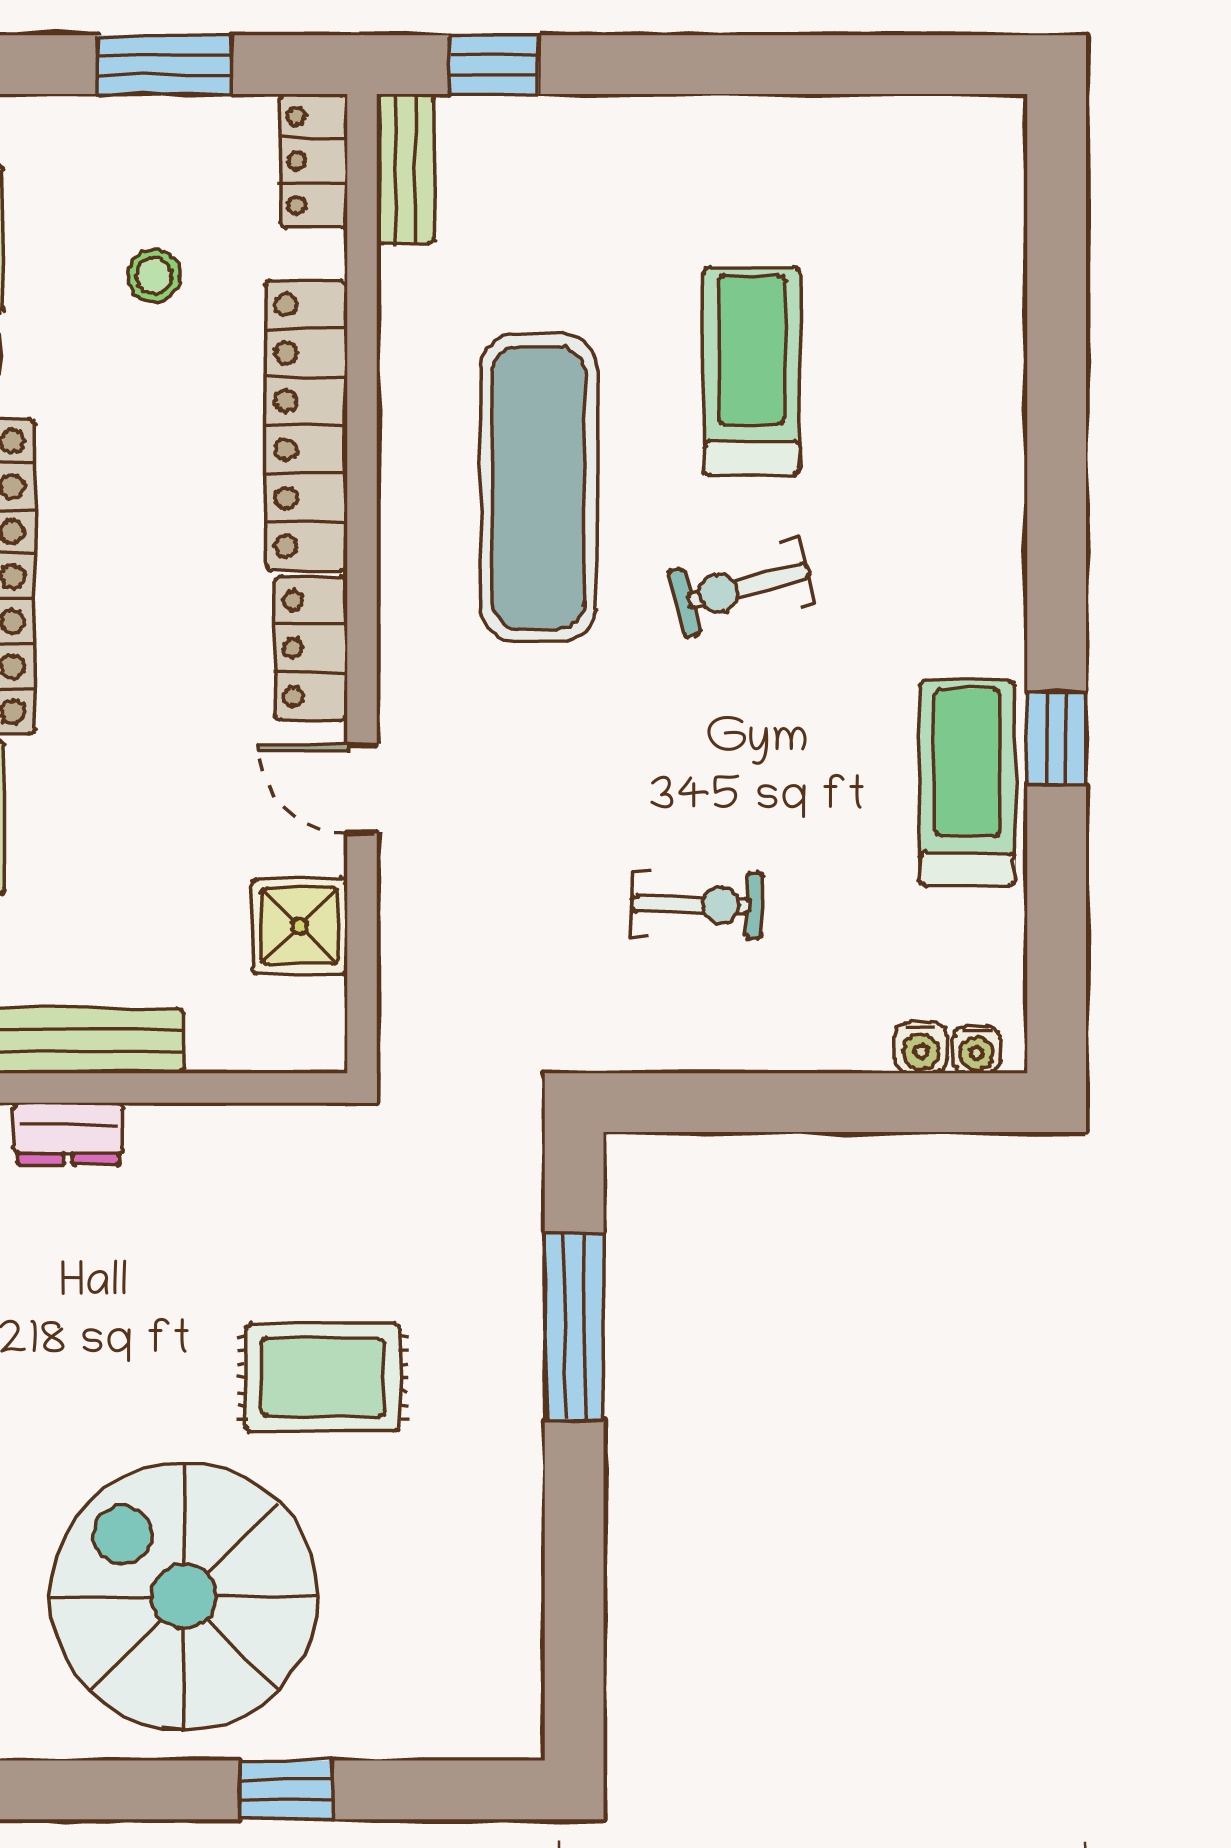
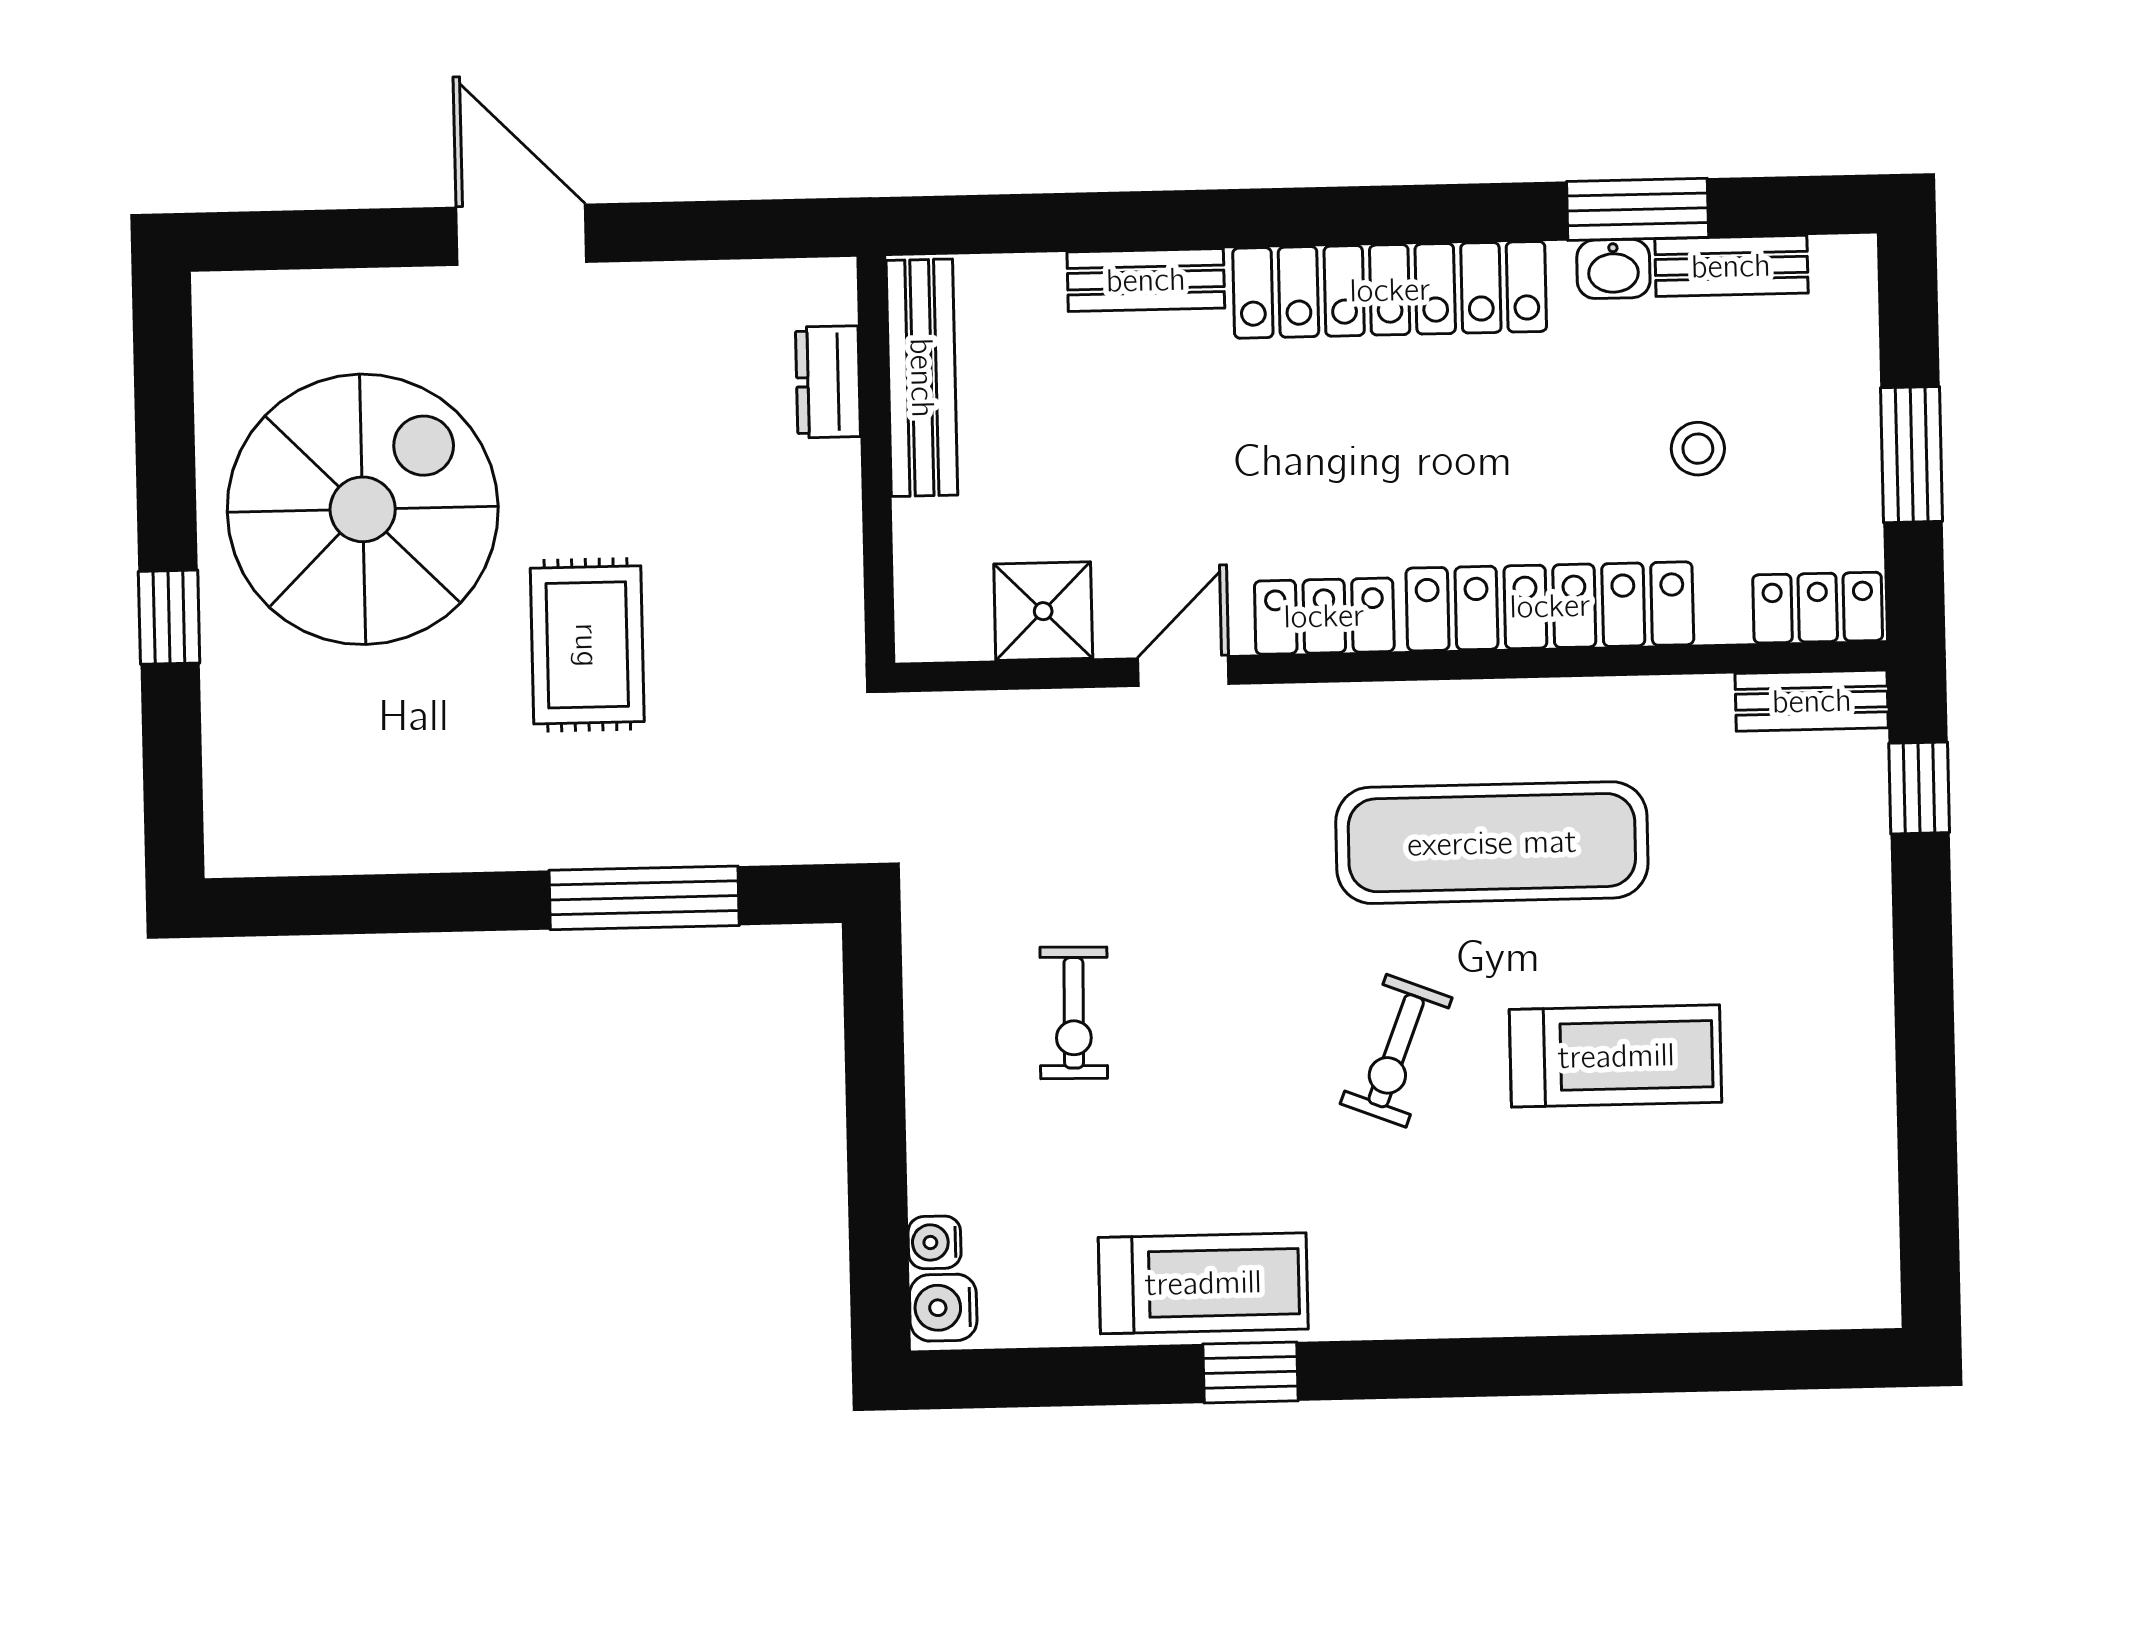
exercise bike: (742, 587) -> (1396, 1051), turned -144
water cooler: (977, 1050) -> (943, 1308), width x1.38, depth x1.38

